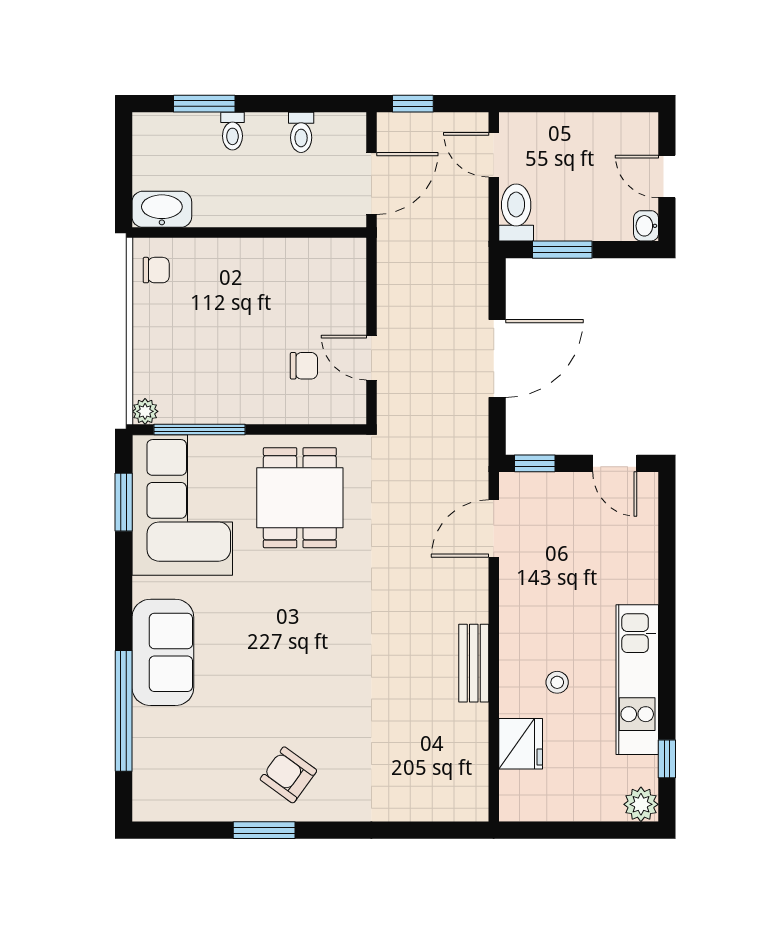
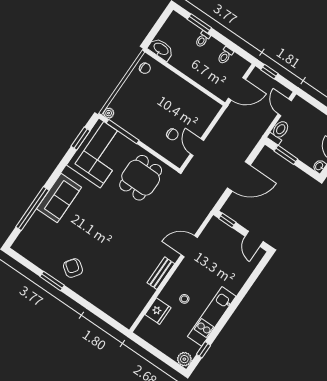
door: (494, 529) -> (189, 246), moved

